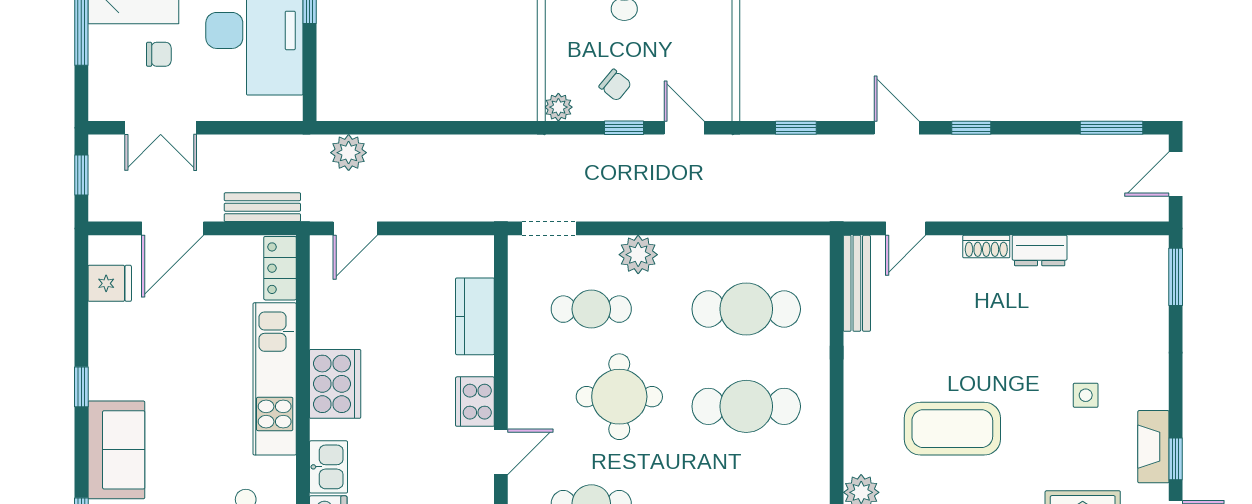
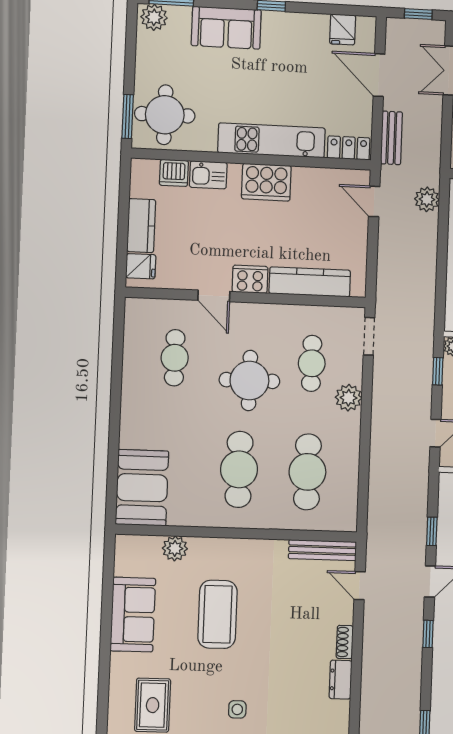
window: (624, 128) -> (438, 371), moved
window: (796, 128) -> (432, 531), moved
kitchen counter: (475, 316) -> (310, 282), width x1.50

